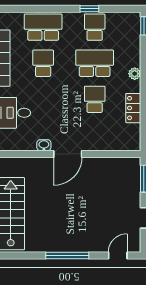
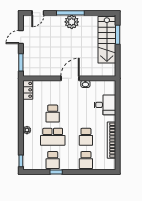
school desk: (43, 27) -> (86, 160), width x0.54
locker: (133, 108) -> (28, 90), moved
plant: (65, 241) -> (72, 22), added

